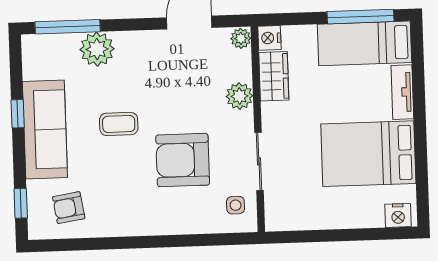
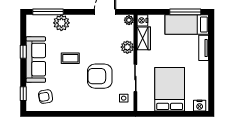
bed: (368, 154) -> (170, 89), moved, turned 90

